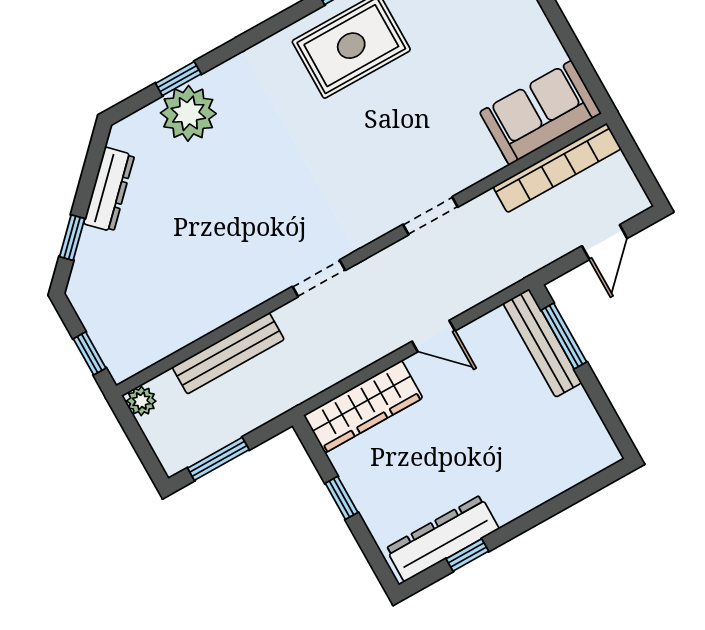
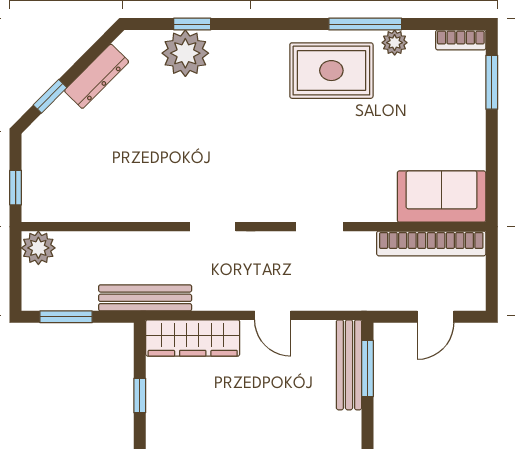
bench: (228, 353) -> (145, 298), moved
plant: (141, 401) -> (38, 248), width x1.38, depth x1.38

